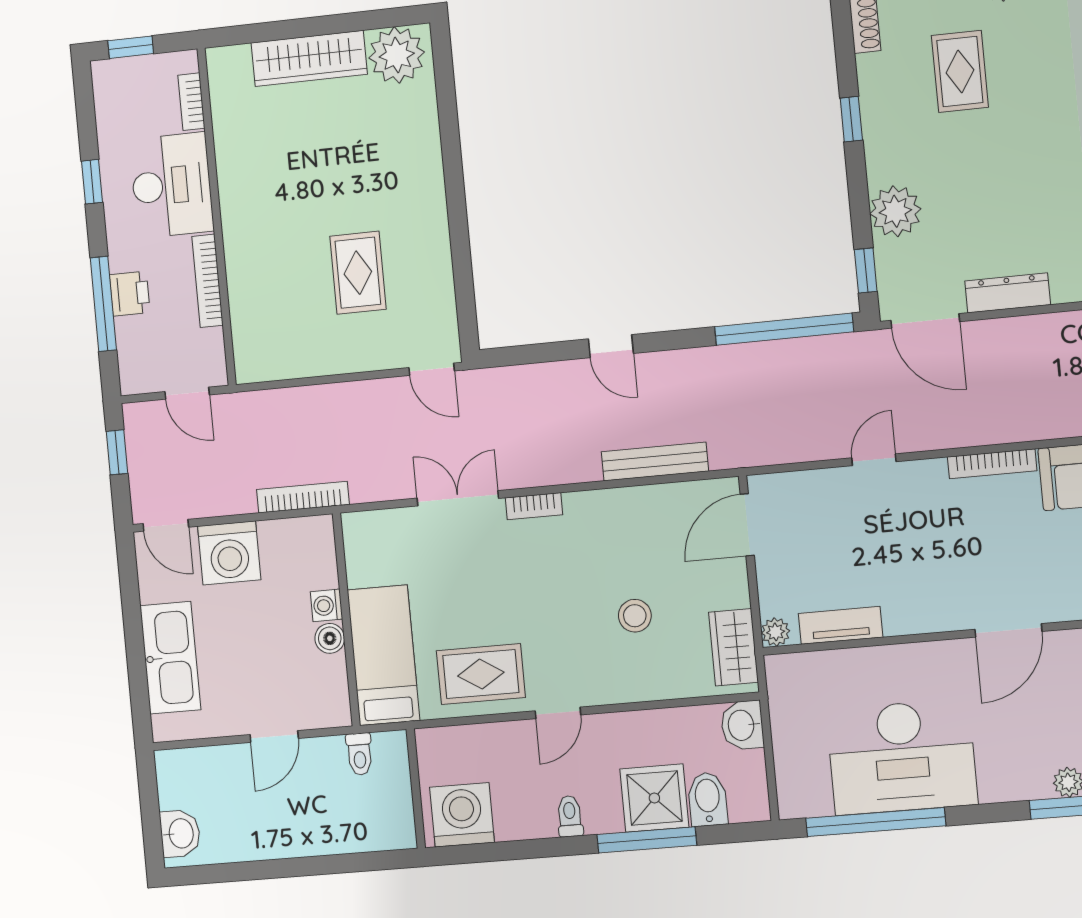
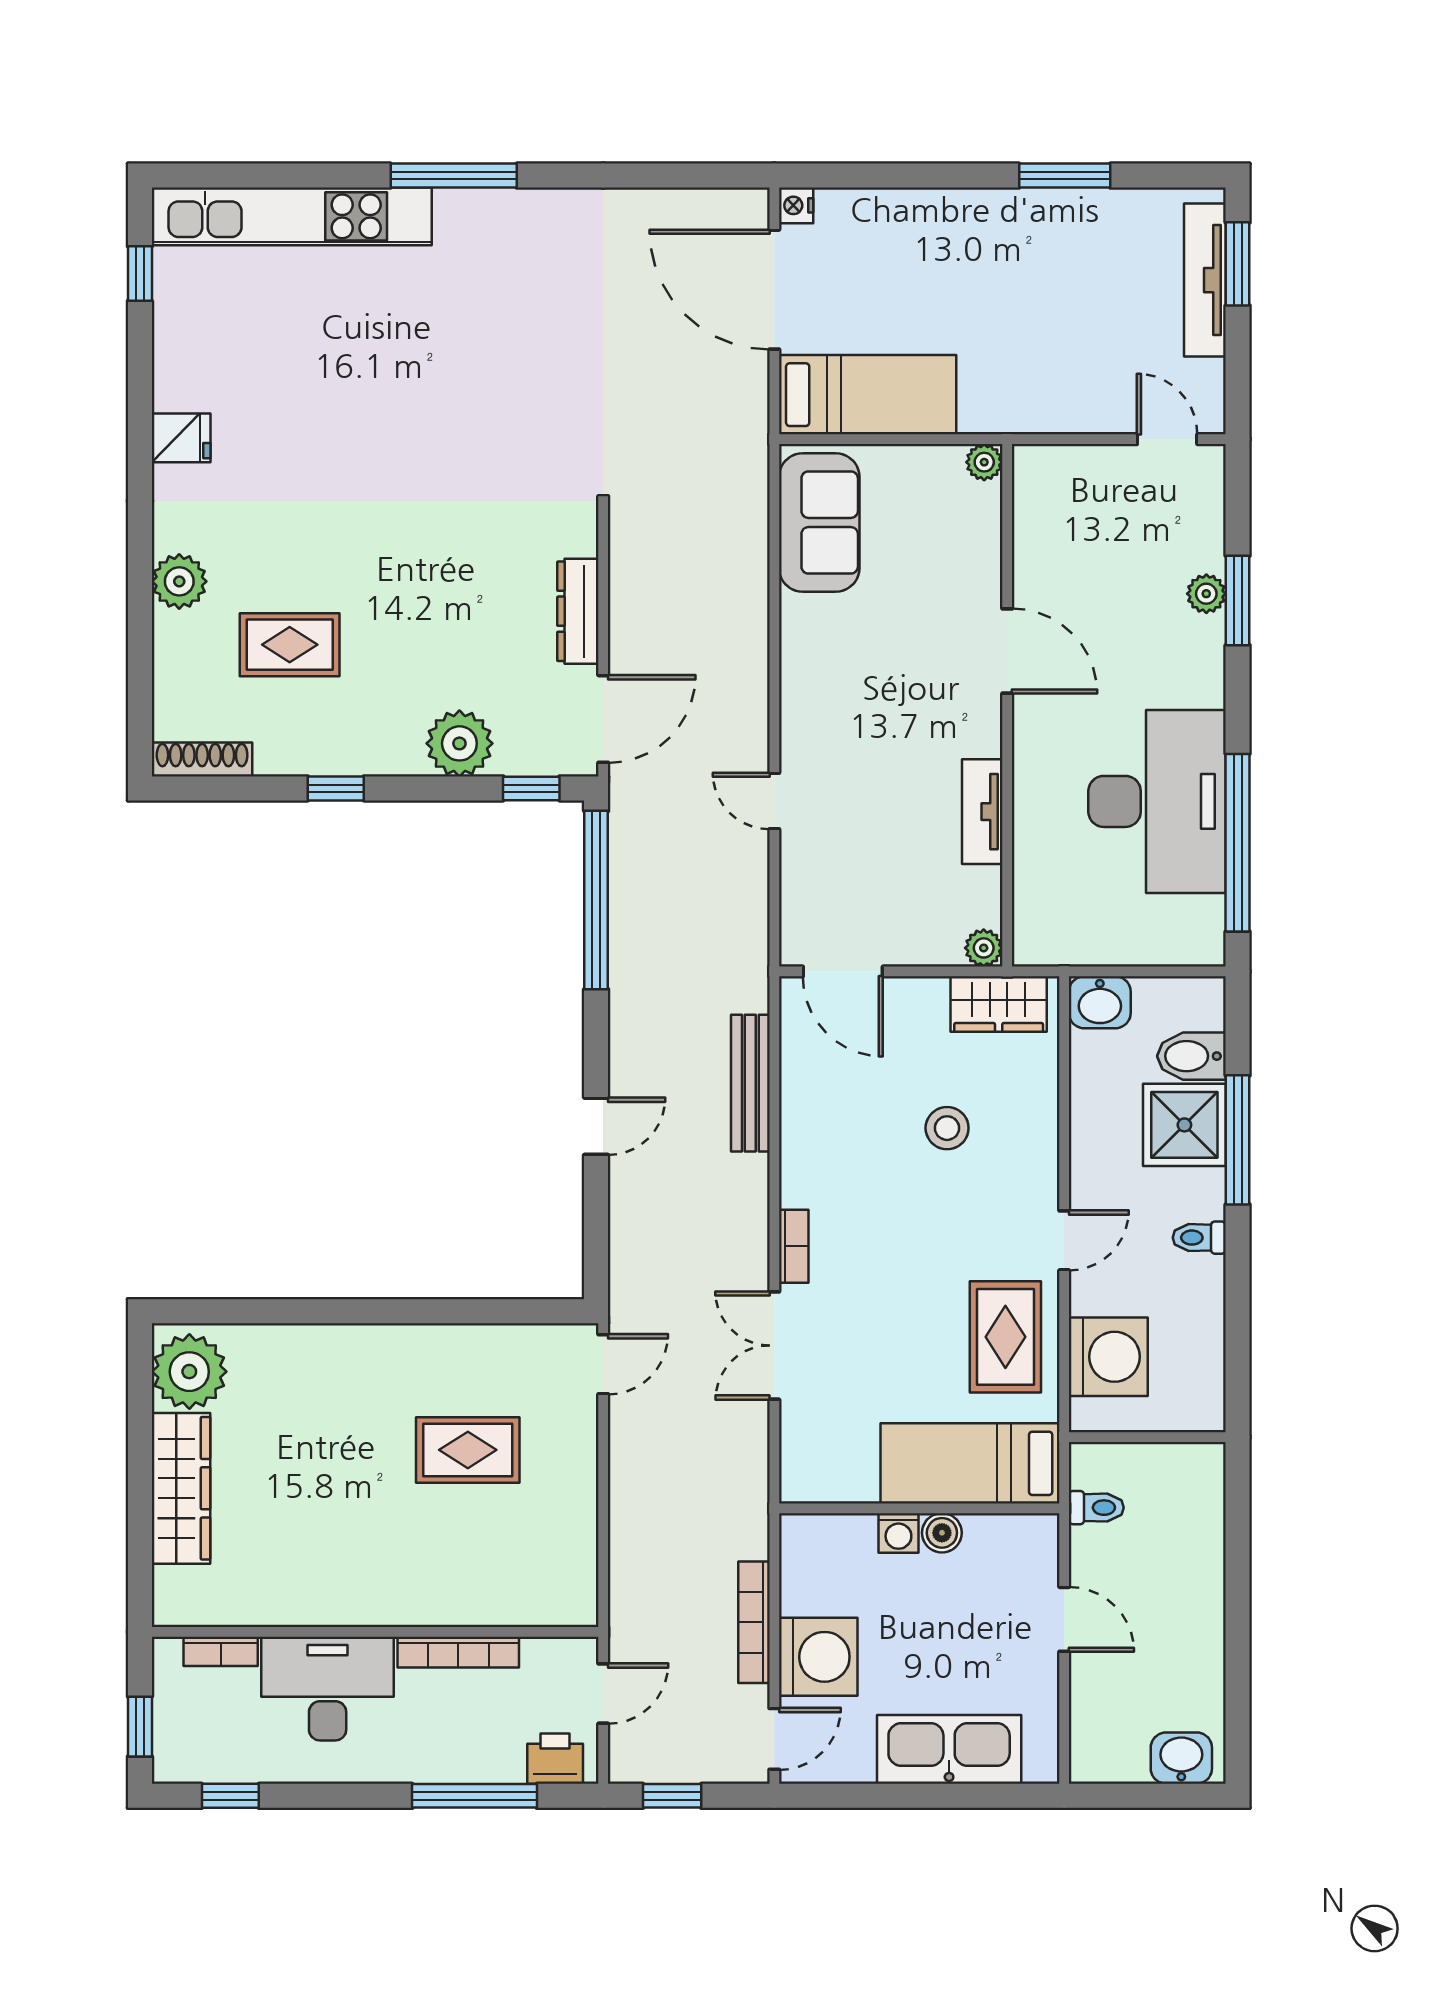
window: (92, 182) -> (230, 1796), moved
printer: (130, 294) -> (555, 1759), moved
bookcase: (992, 464) -> (793, 651), removed
bookcase: (303, 497) -> (754, 1622), moved
tv unit: (841, 625) -> (982, 812), moved
door: (558, 713) -> (1064, 1240), hinge flipped
washing machine: (462, 815) -> (1108, 1357), moved, turned 180

